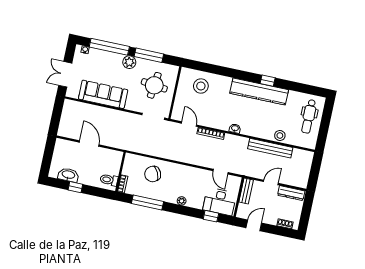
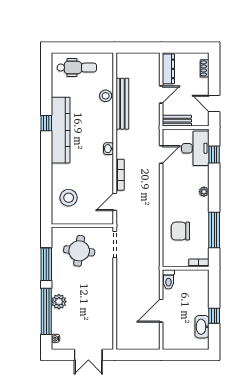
plant: (129, 62) -> (59, 302), moved
sofa: (103, 94) -> (102, 307), removed
chair: (153, 174) -> (180, 231), turned 115
toilet: (109, 180) -> (168, 279), moved
door: (271, 182) -> (161, 95), swing flipped

